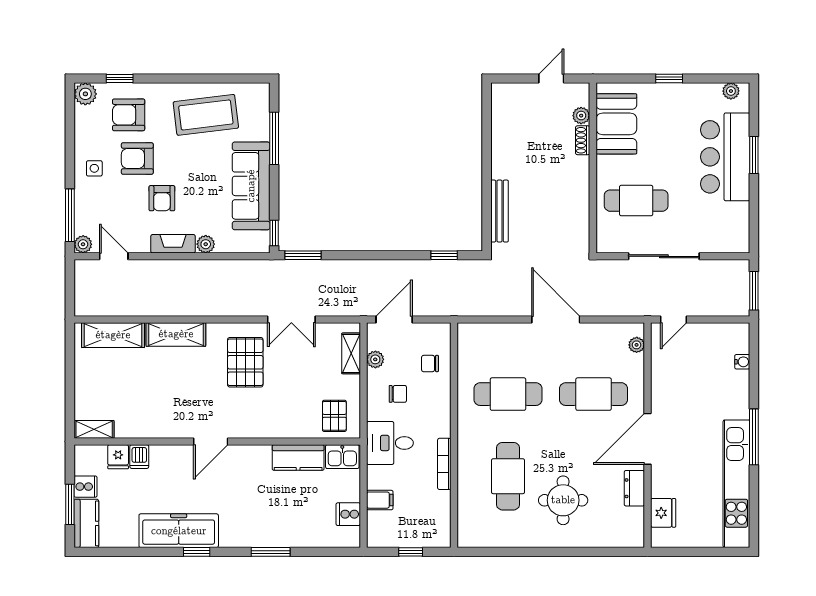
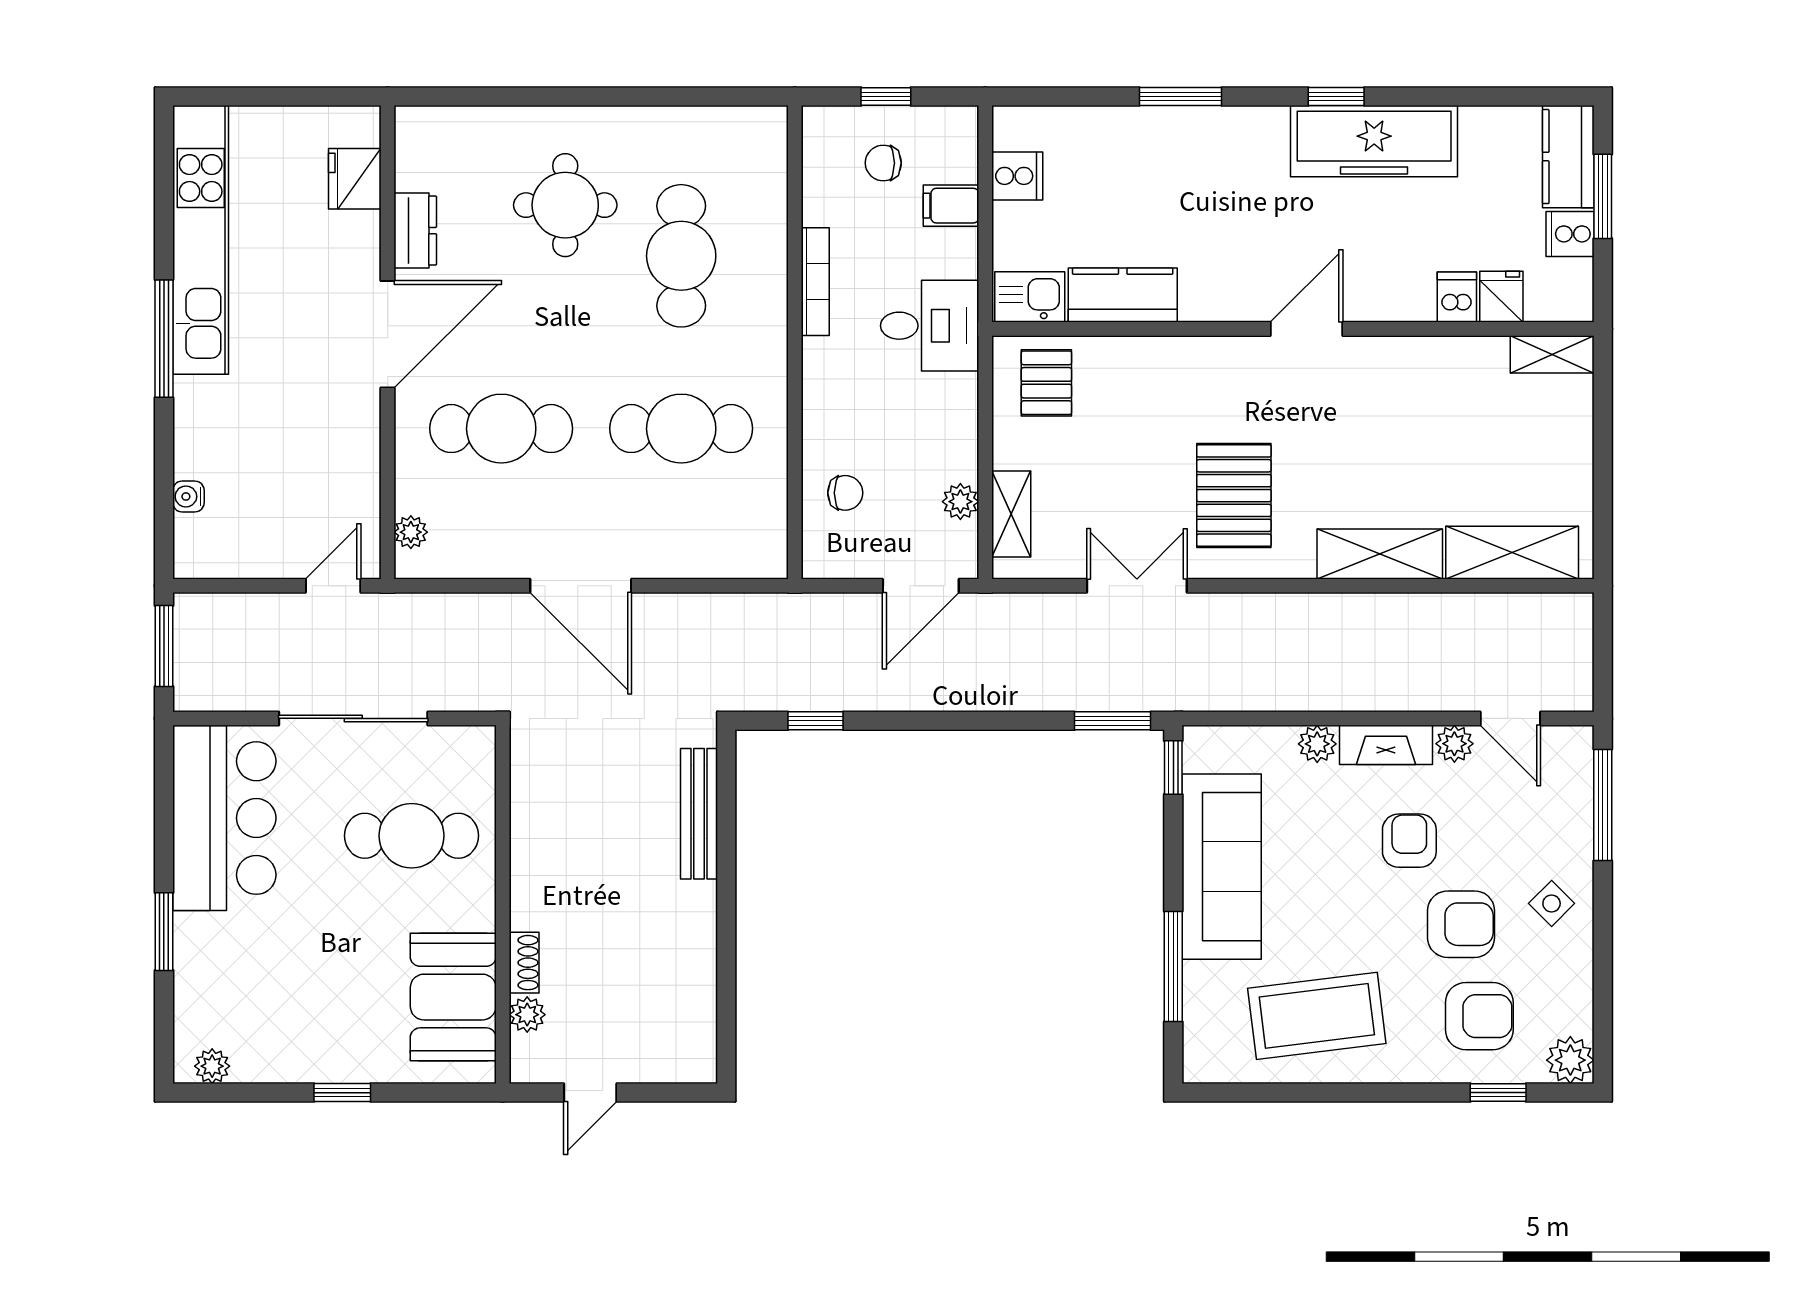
bar counter: (725, 157) -> (224, 818), moved
side table: (94, 168) -> (1552, 903), turned 45
plant: (83, 244) -> (1454, 744), moved
chair: (398, 394) -> (883, 163), moved

